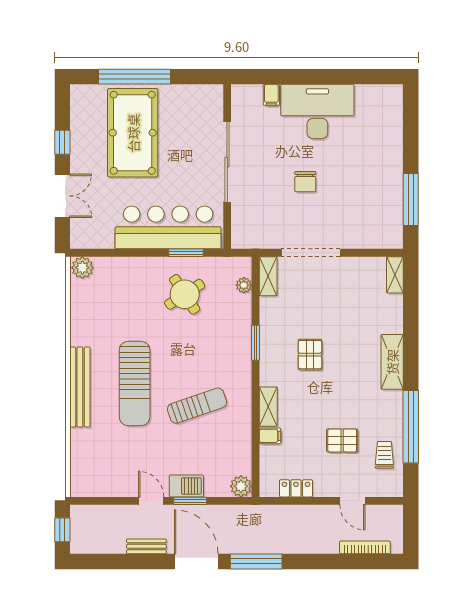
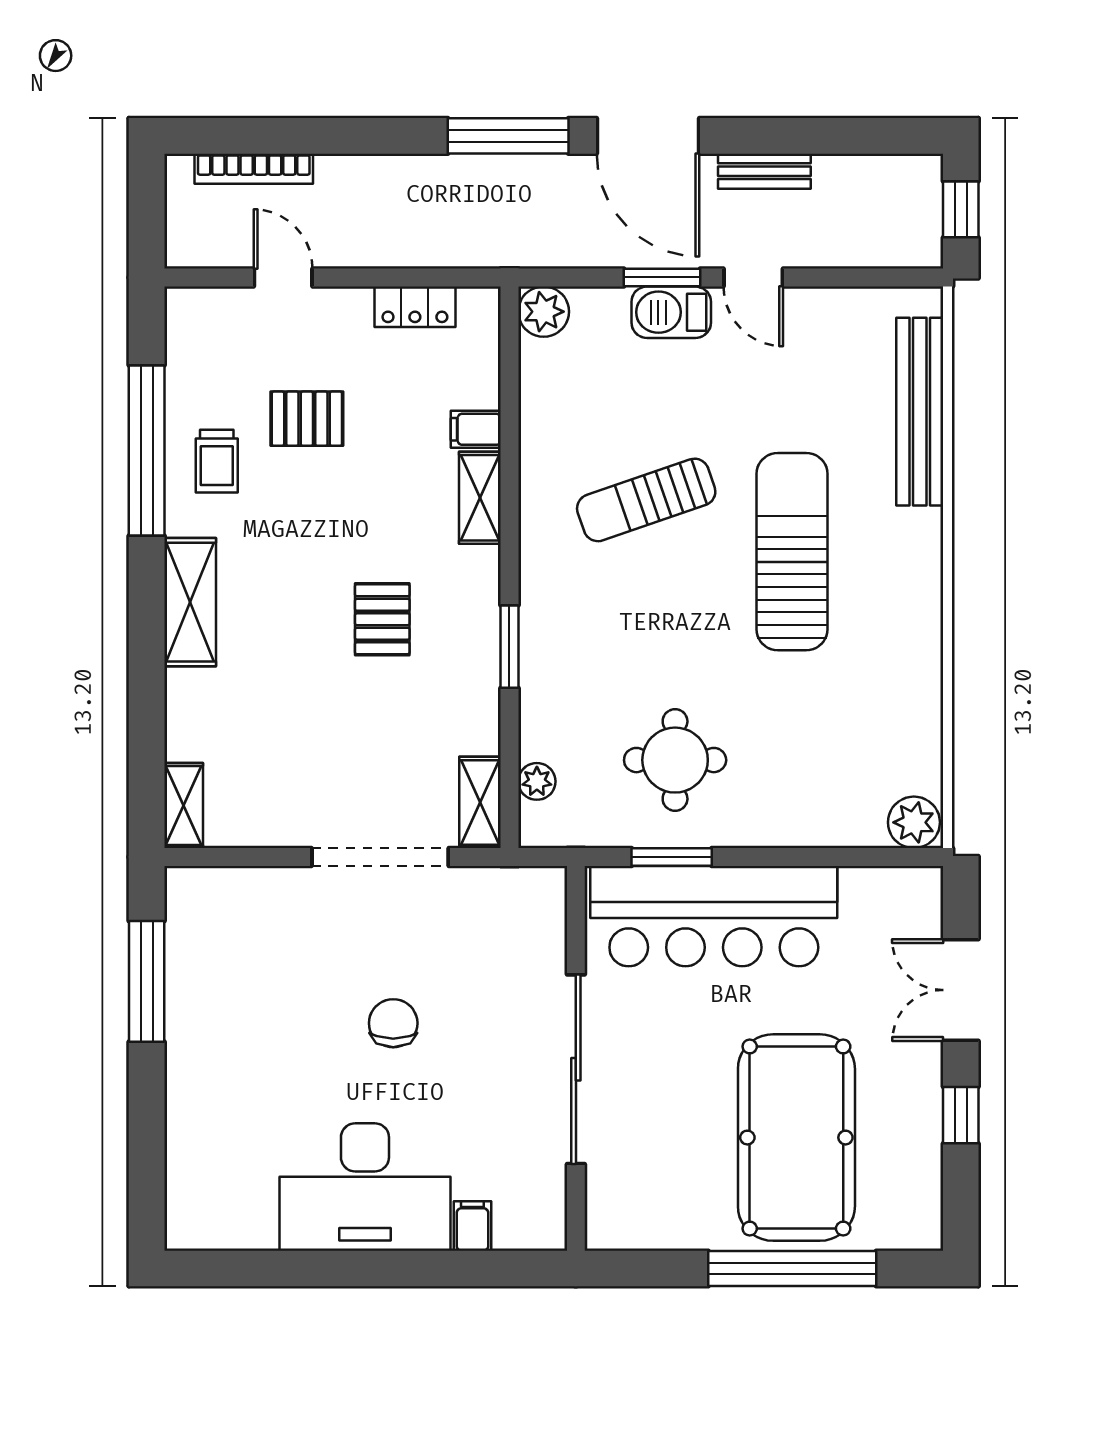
round table: (185, 294) -> (675, 760), turned 33
bench: (80, 387) -> (920, 412), moved
trolley: (384, 455) -> (217, 461), moved

